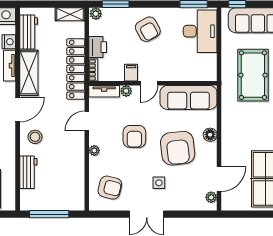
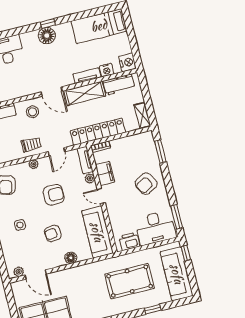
plant: (96, 14) -> (148, 137), removed
printer: (98, 47) -> (129, 241), moved, turned 180
filing cabinet: (131, 73) -> (105, 173), width x2.00
door: (87, 121) -> (57, 152), swing flipped
armchair: (134, 136) -> (54, 195), turned 180
trolley: (71, 147) -> (31, 144), added
armchair: (178, 148) -> (53, 233), width x0.53, depth x0.53

